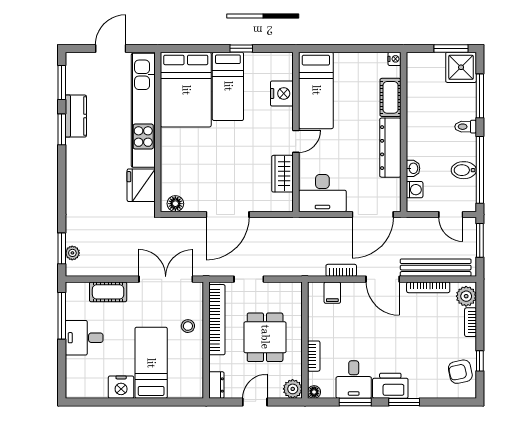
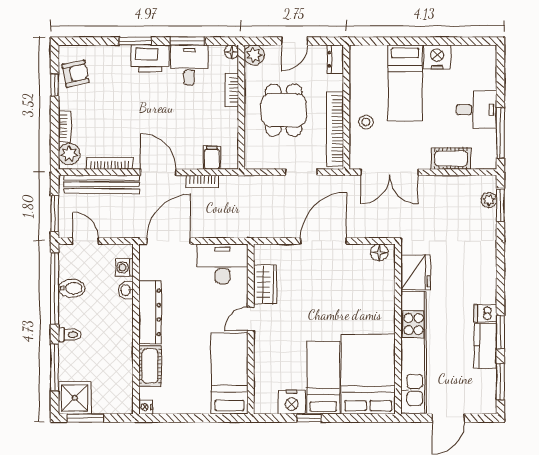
nightstand: (282, 93) -> (292, 402), moved, turned -90
dishwasher: (76, 147) -> (485, 313), added

